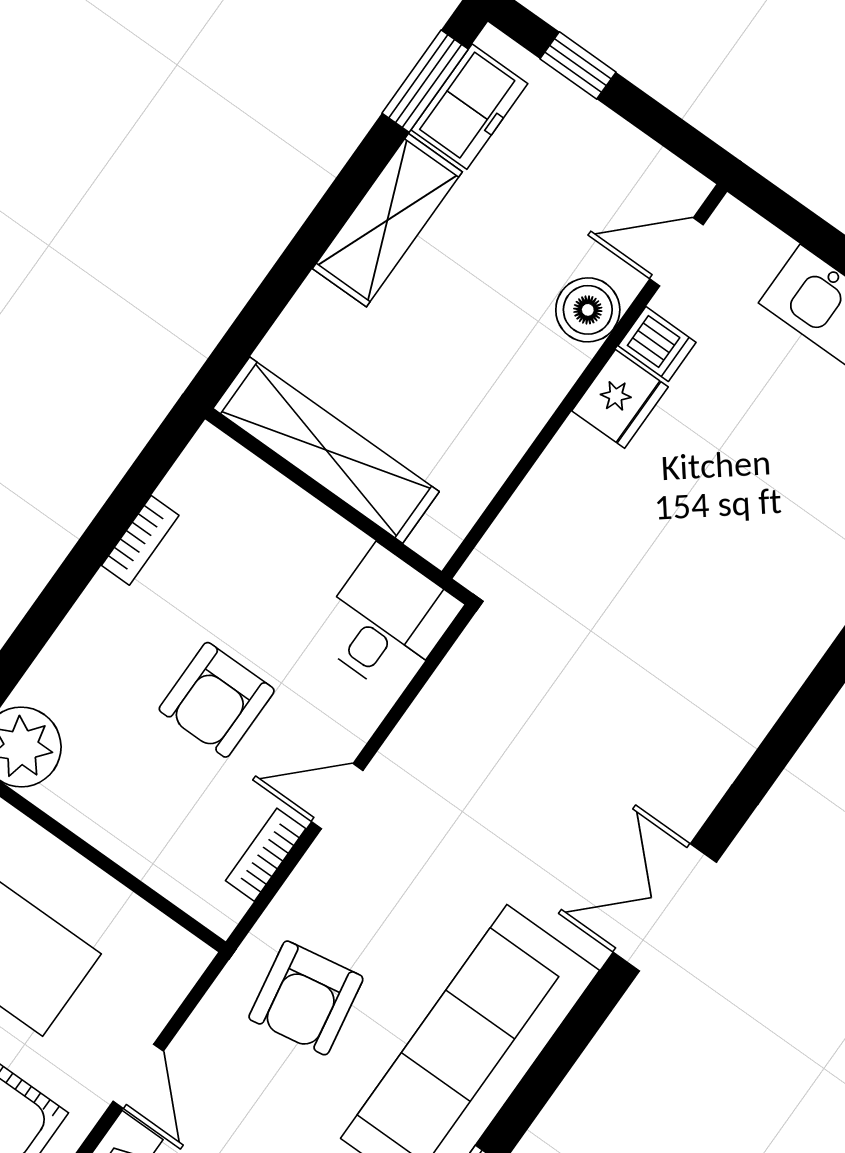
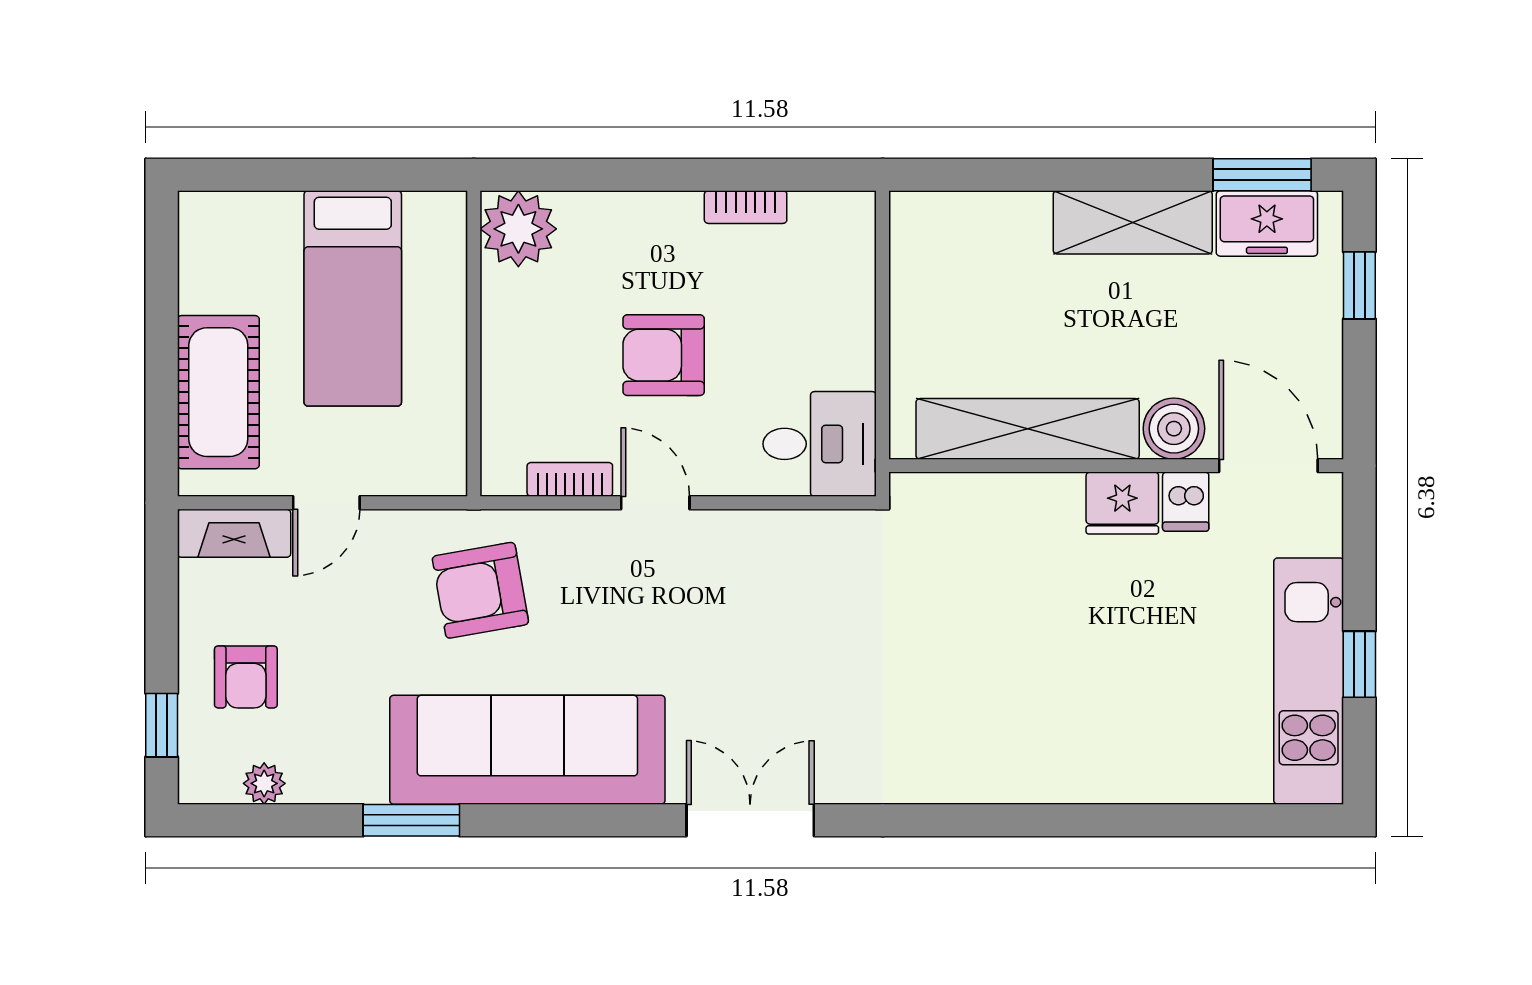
door: (676, 252) -> (1268, 466), width x1.37
shelving: (326, 450) -> (1028, 429), moved, turned 90

